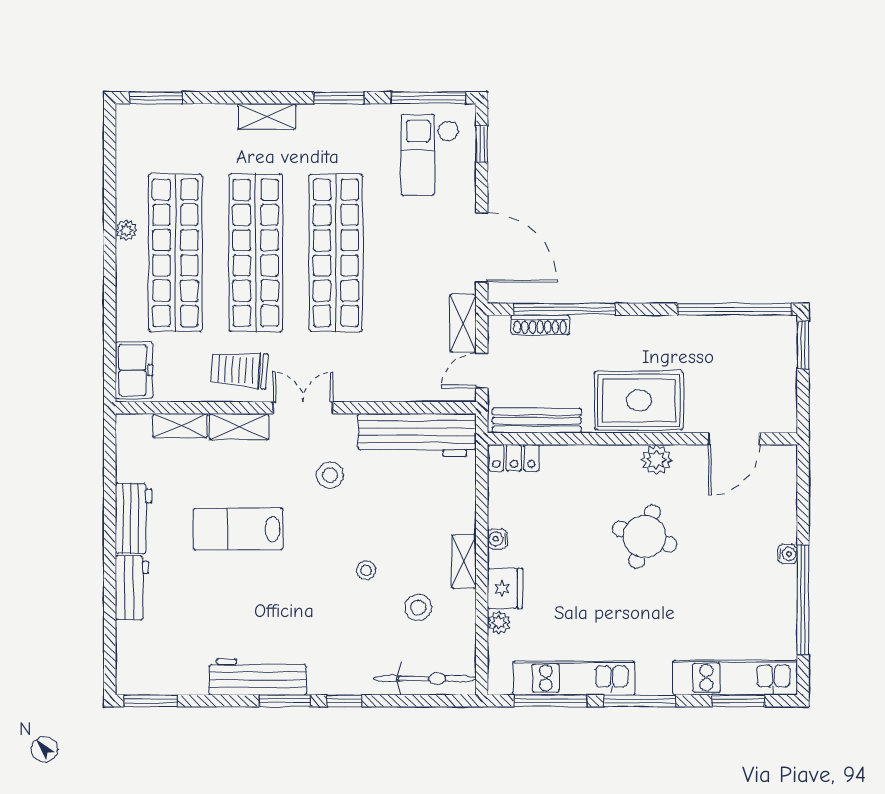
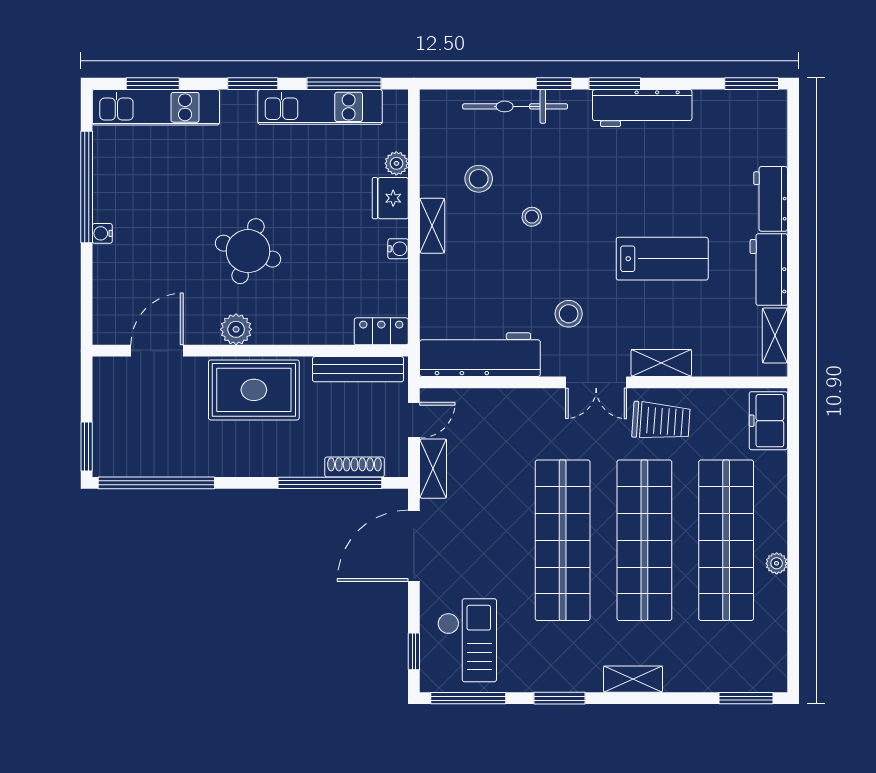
door: (482, 247) -> (414, 546), hinge flipped
shelving: (180, 426) -> (775, 335), moved, turned 90
bicycle: (425, 679) -> (515, 106), moved
window: (640, 701) -> (253, 84), width x0.69

